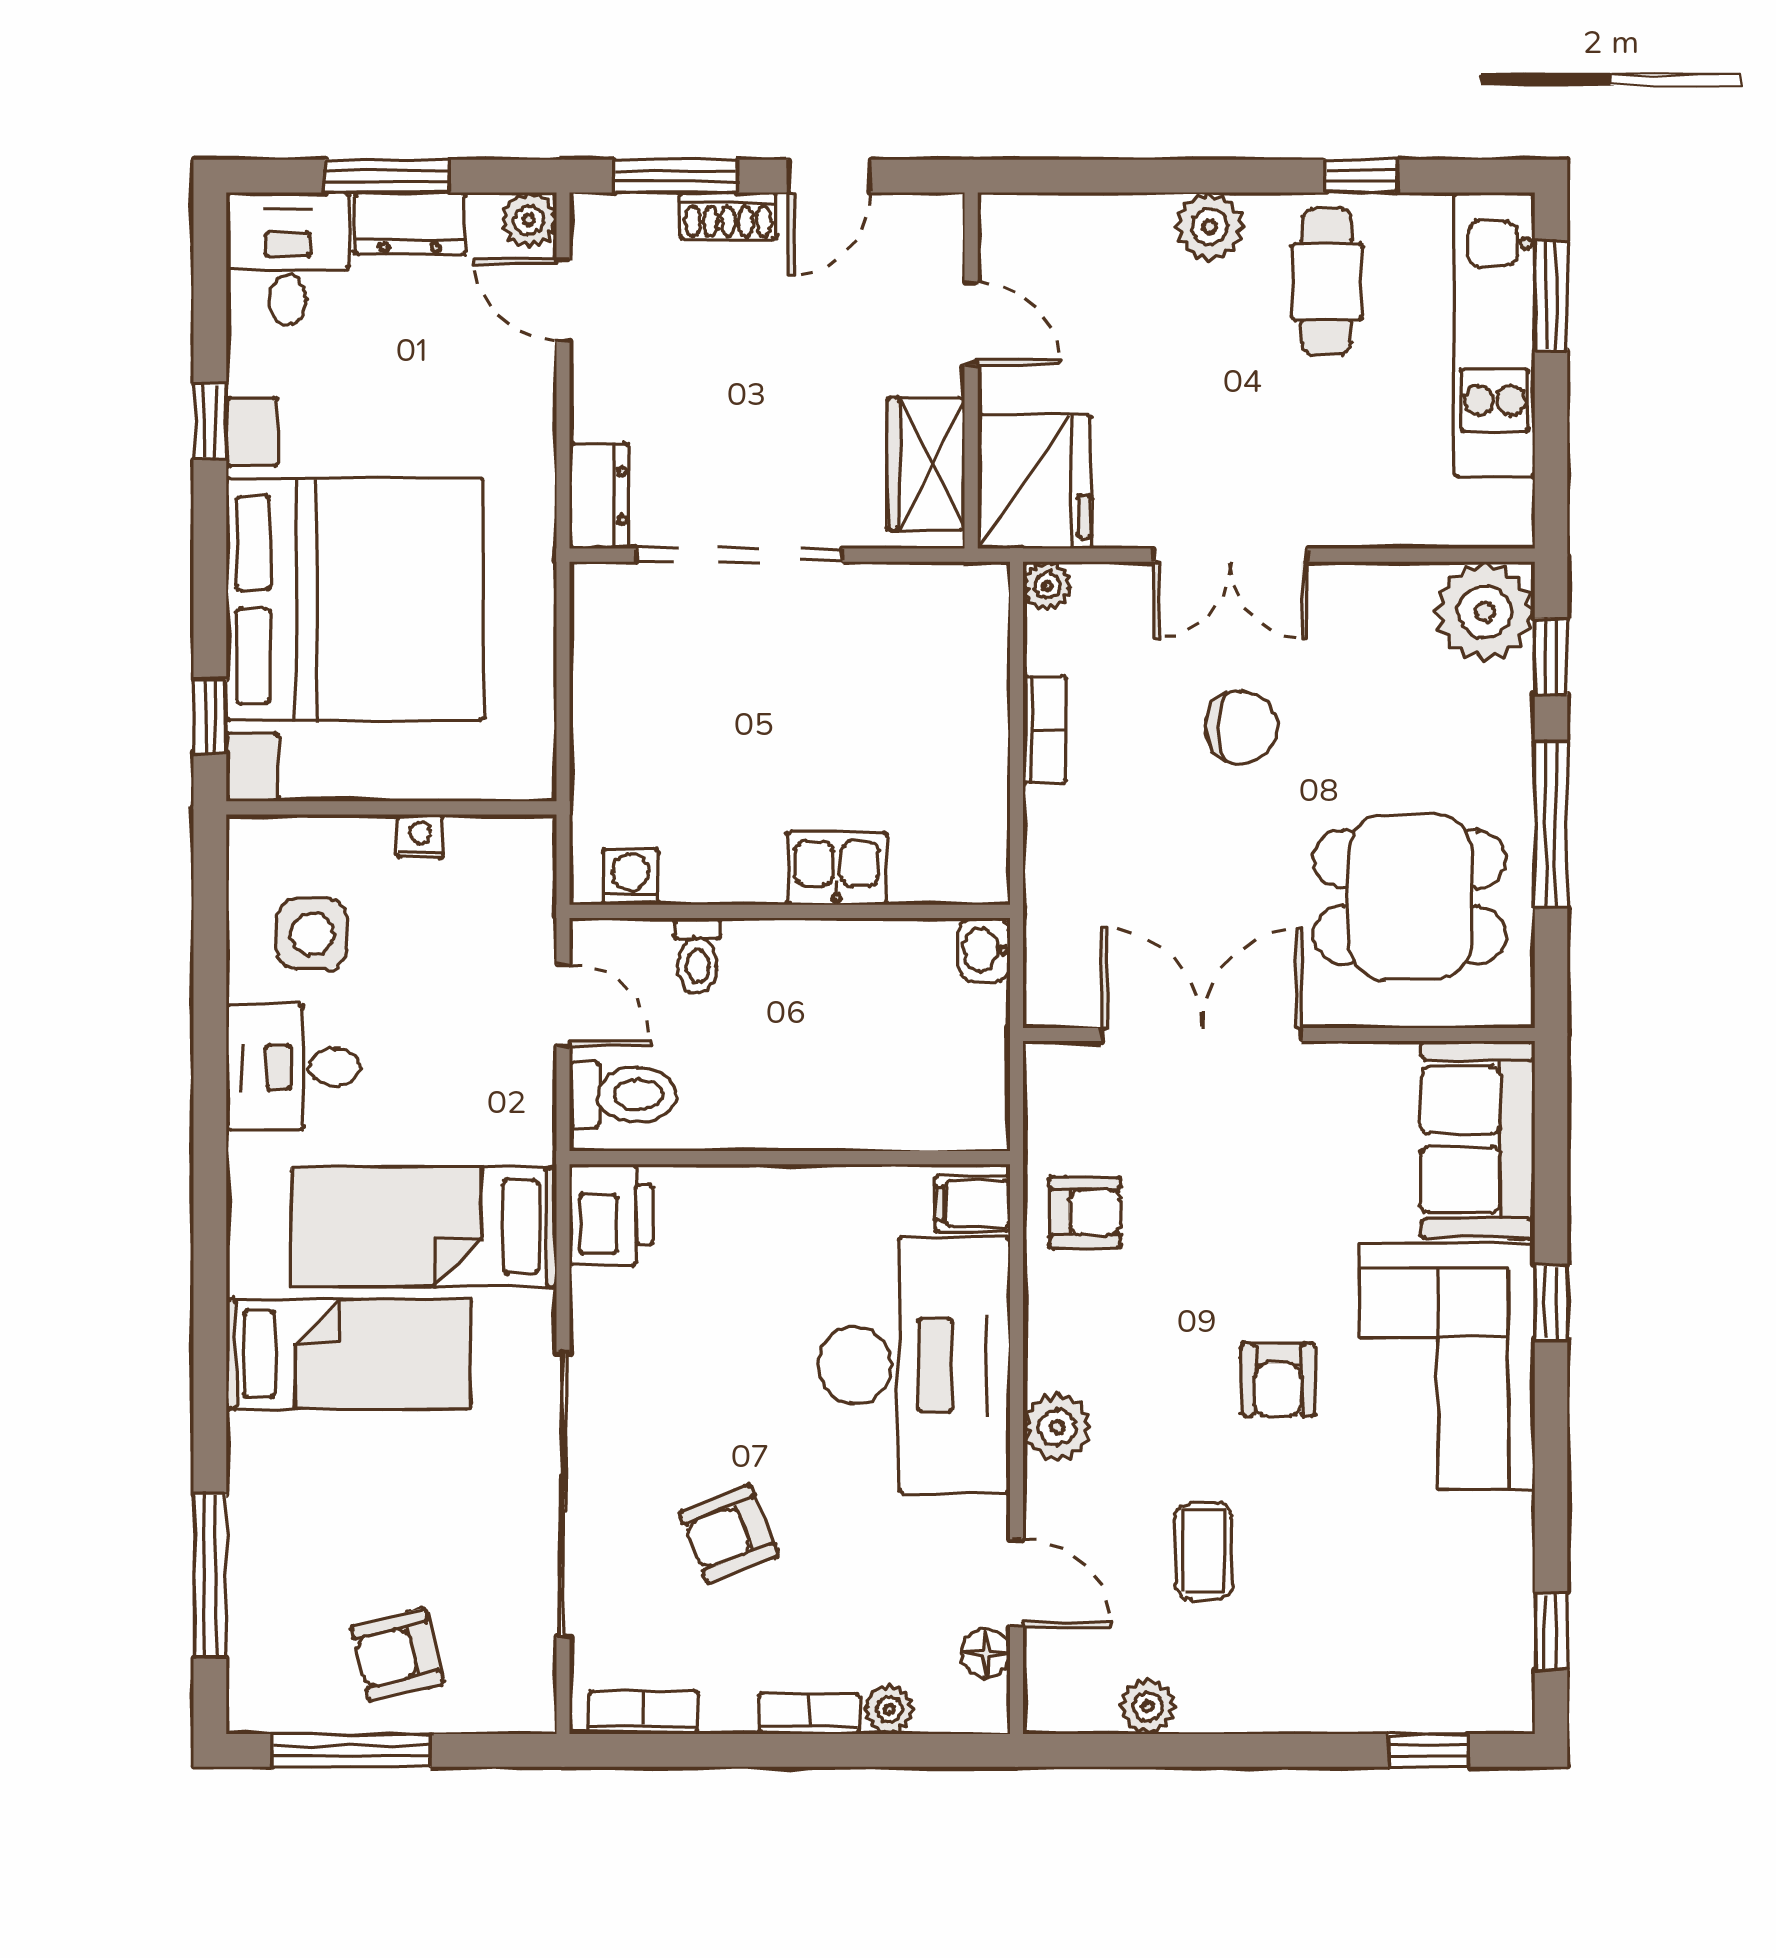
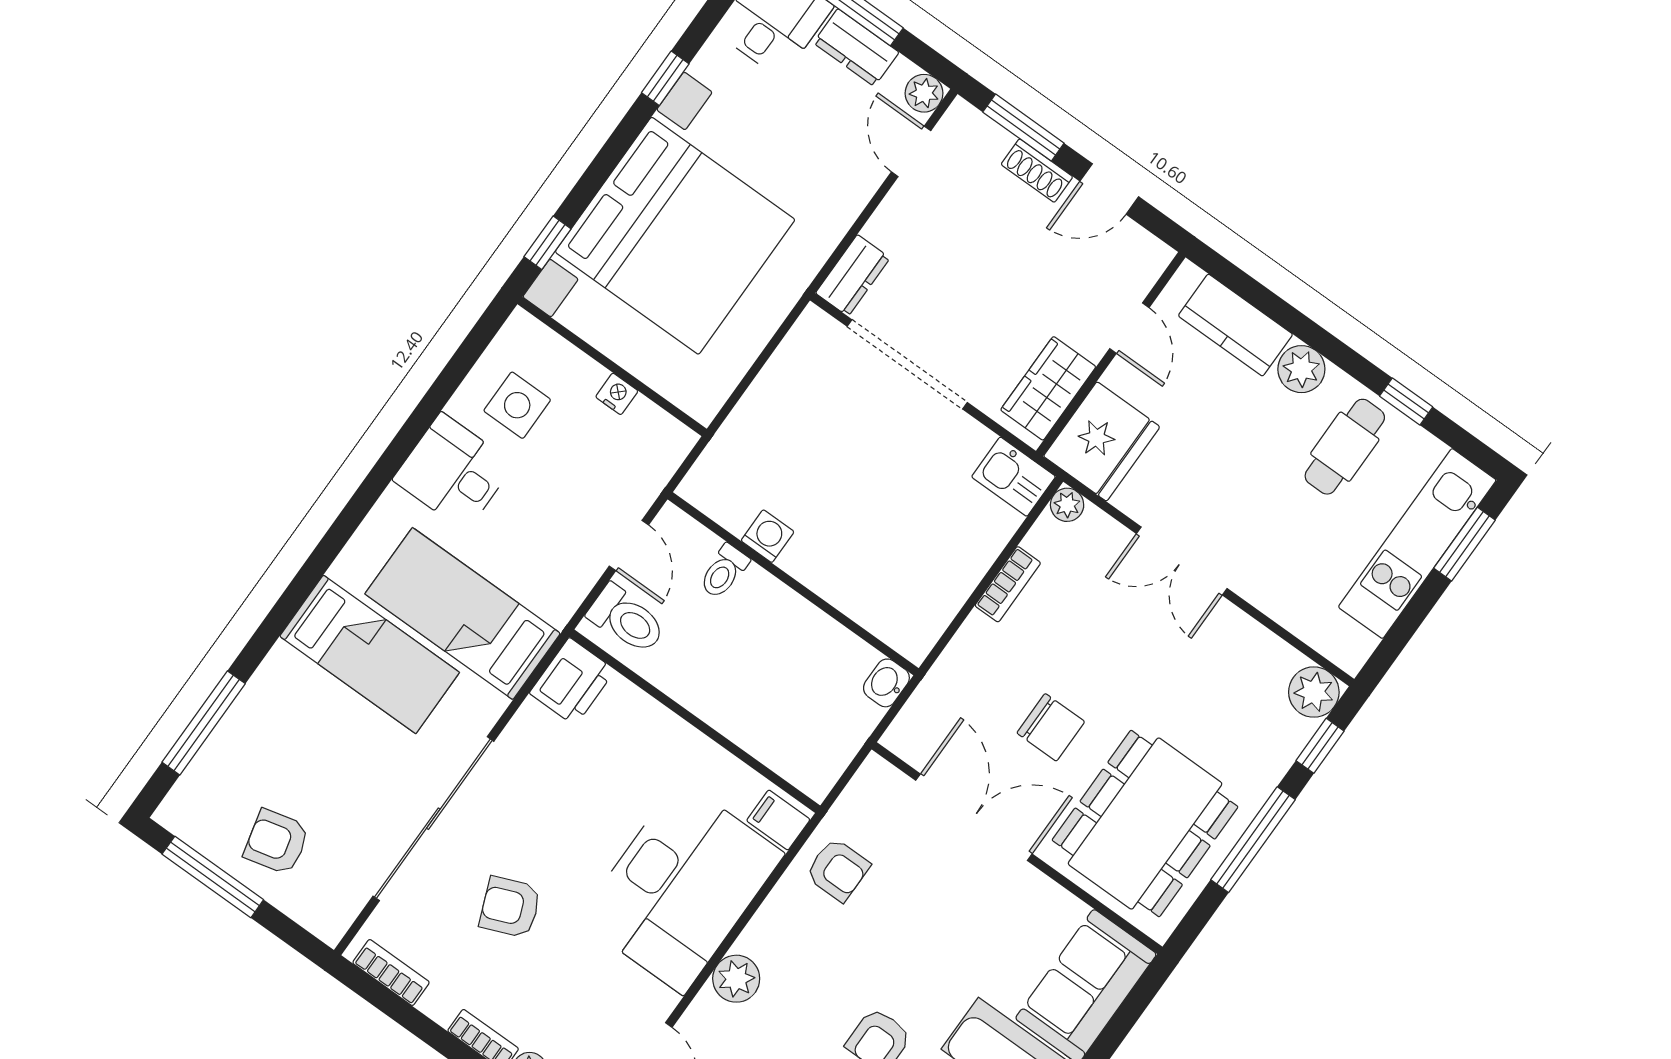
kitchen counter: (1094, 230) -> (1235, 325), added
plant: (1485, 612) -> (1314, 692), width x0.73, depth x0.73
chair: (1241, 727) -> (1051, 727), moved
kitchen sink: (837, 869) -> (1014, 477), moved, turned 180
washing machine: (631, 877) -> (768, 536), moved
dining table: (1410, 897) -> (1145, 824), width x1.38

